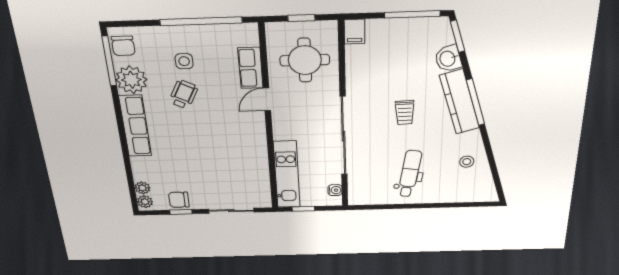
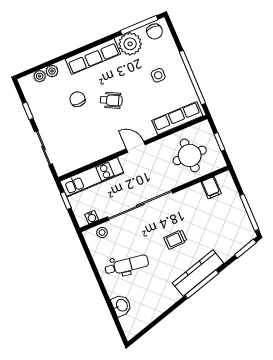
filing cabinet: (354, 32) -> (211, 188), moved, turned -90
chair: (123, 46) -> (155, 31), turned -90
washbasin: (448, 59) -> (121, 305), moved, turned 106
row of seats: (250, 68) -> (177, 118), width x1.48
wheelchair: (183, 94) -> (111, 100), moved
door: (267, 99) -> (136, 147), moved
stool: (467, 162) -> (102, 232), moved
chair: (179, 200) -> (77, 99), moved
plant: (145, 202) -> (52, 71), moved

